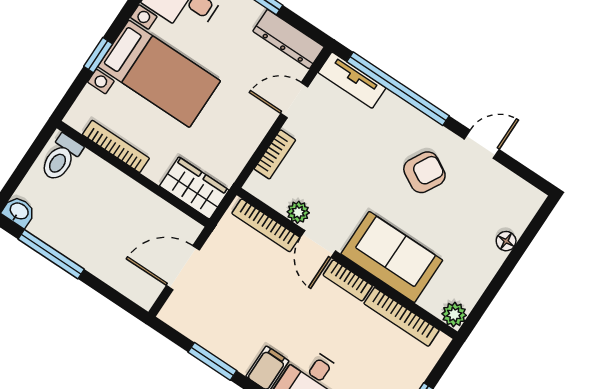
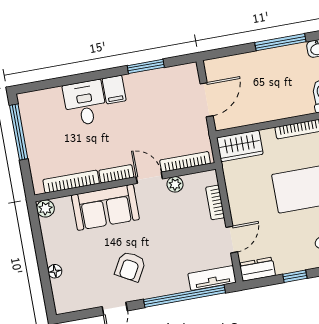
dresser: (288, 39) -> (257, 269), width x0.70

